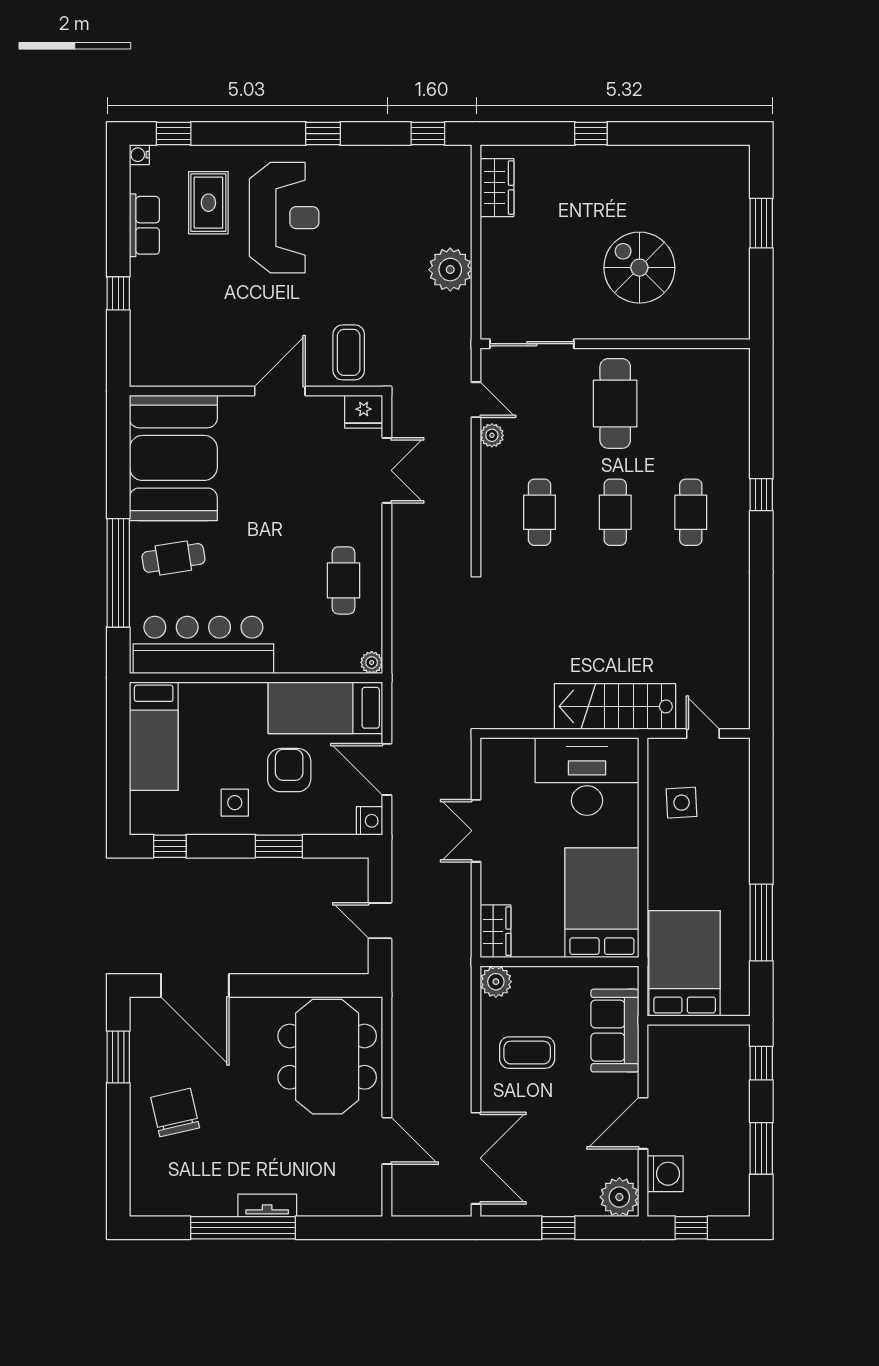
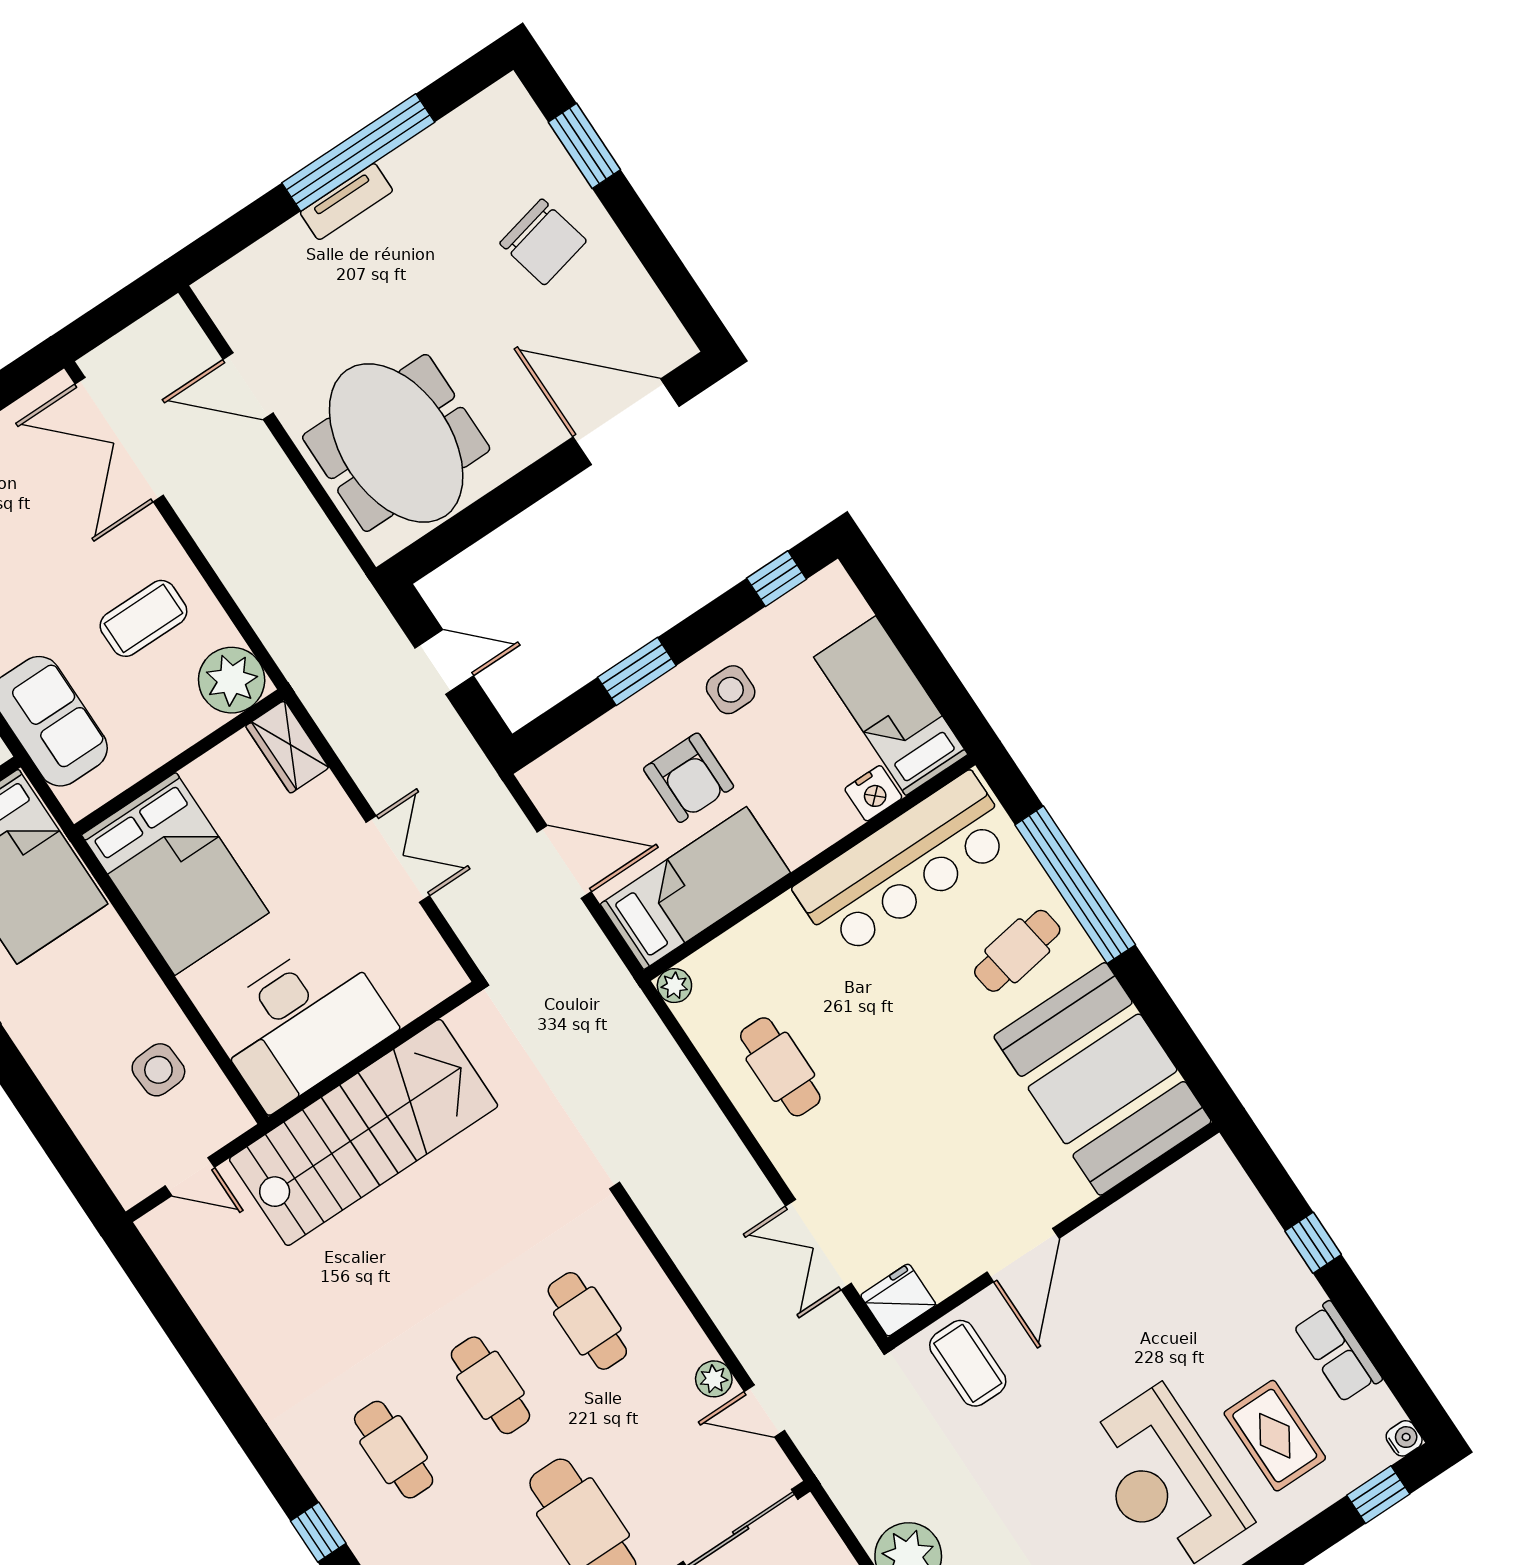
stairs: (615, 706) -> (364, 1132), width x1.36, depth x1.51
nightstand: (370, 821) -> (873, 793), moved, turned -90
plant: (496, 982) -> (232, 680), width x1.36, depth x1.36
window: (118, 1057) -> (584, 146), moved

